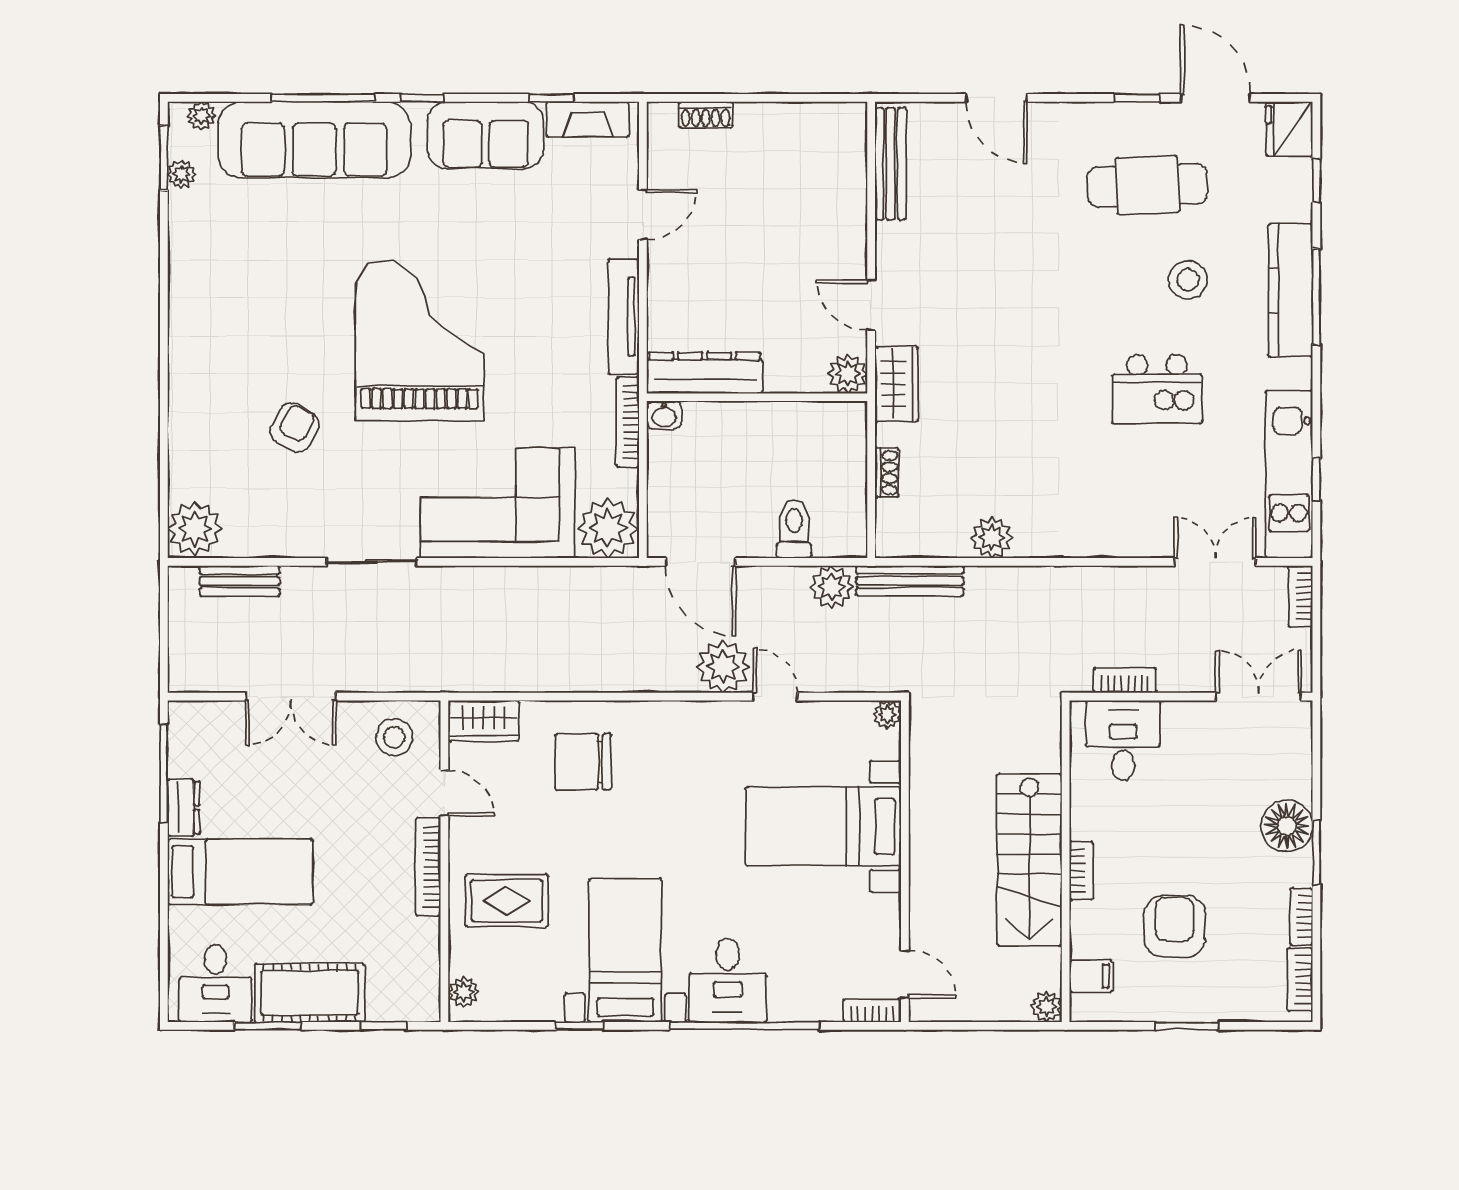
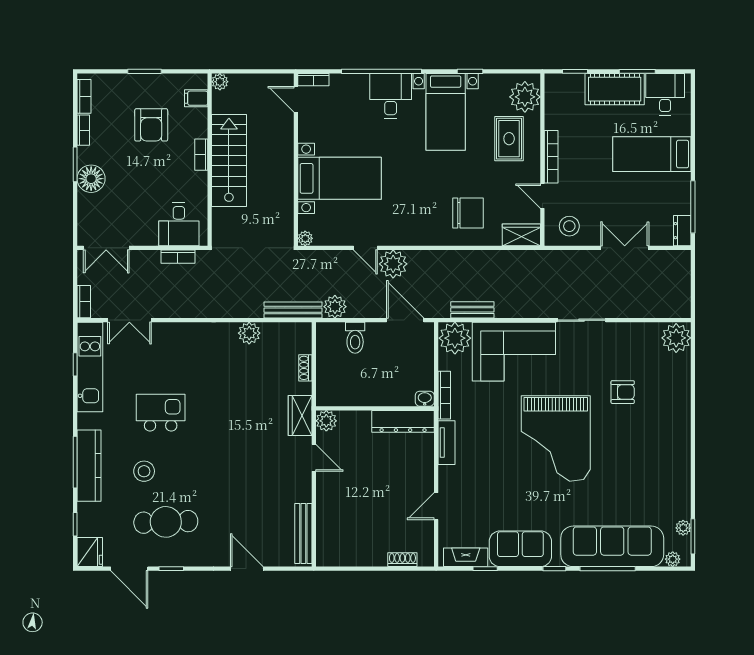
tv unit: (623, 317) -> (446, 443), width x0.71
armchair: (295, 428) -> (623, 392), turned -119
bench: (240, 581) -> (472, 310), moved
dresser: (184, 808) -> (682, 231), moved
rug: (507, 901) -> (509, 139), turned 90
plant: (464, 992) -> (525, 97), width x1.87, depth x1.87

